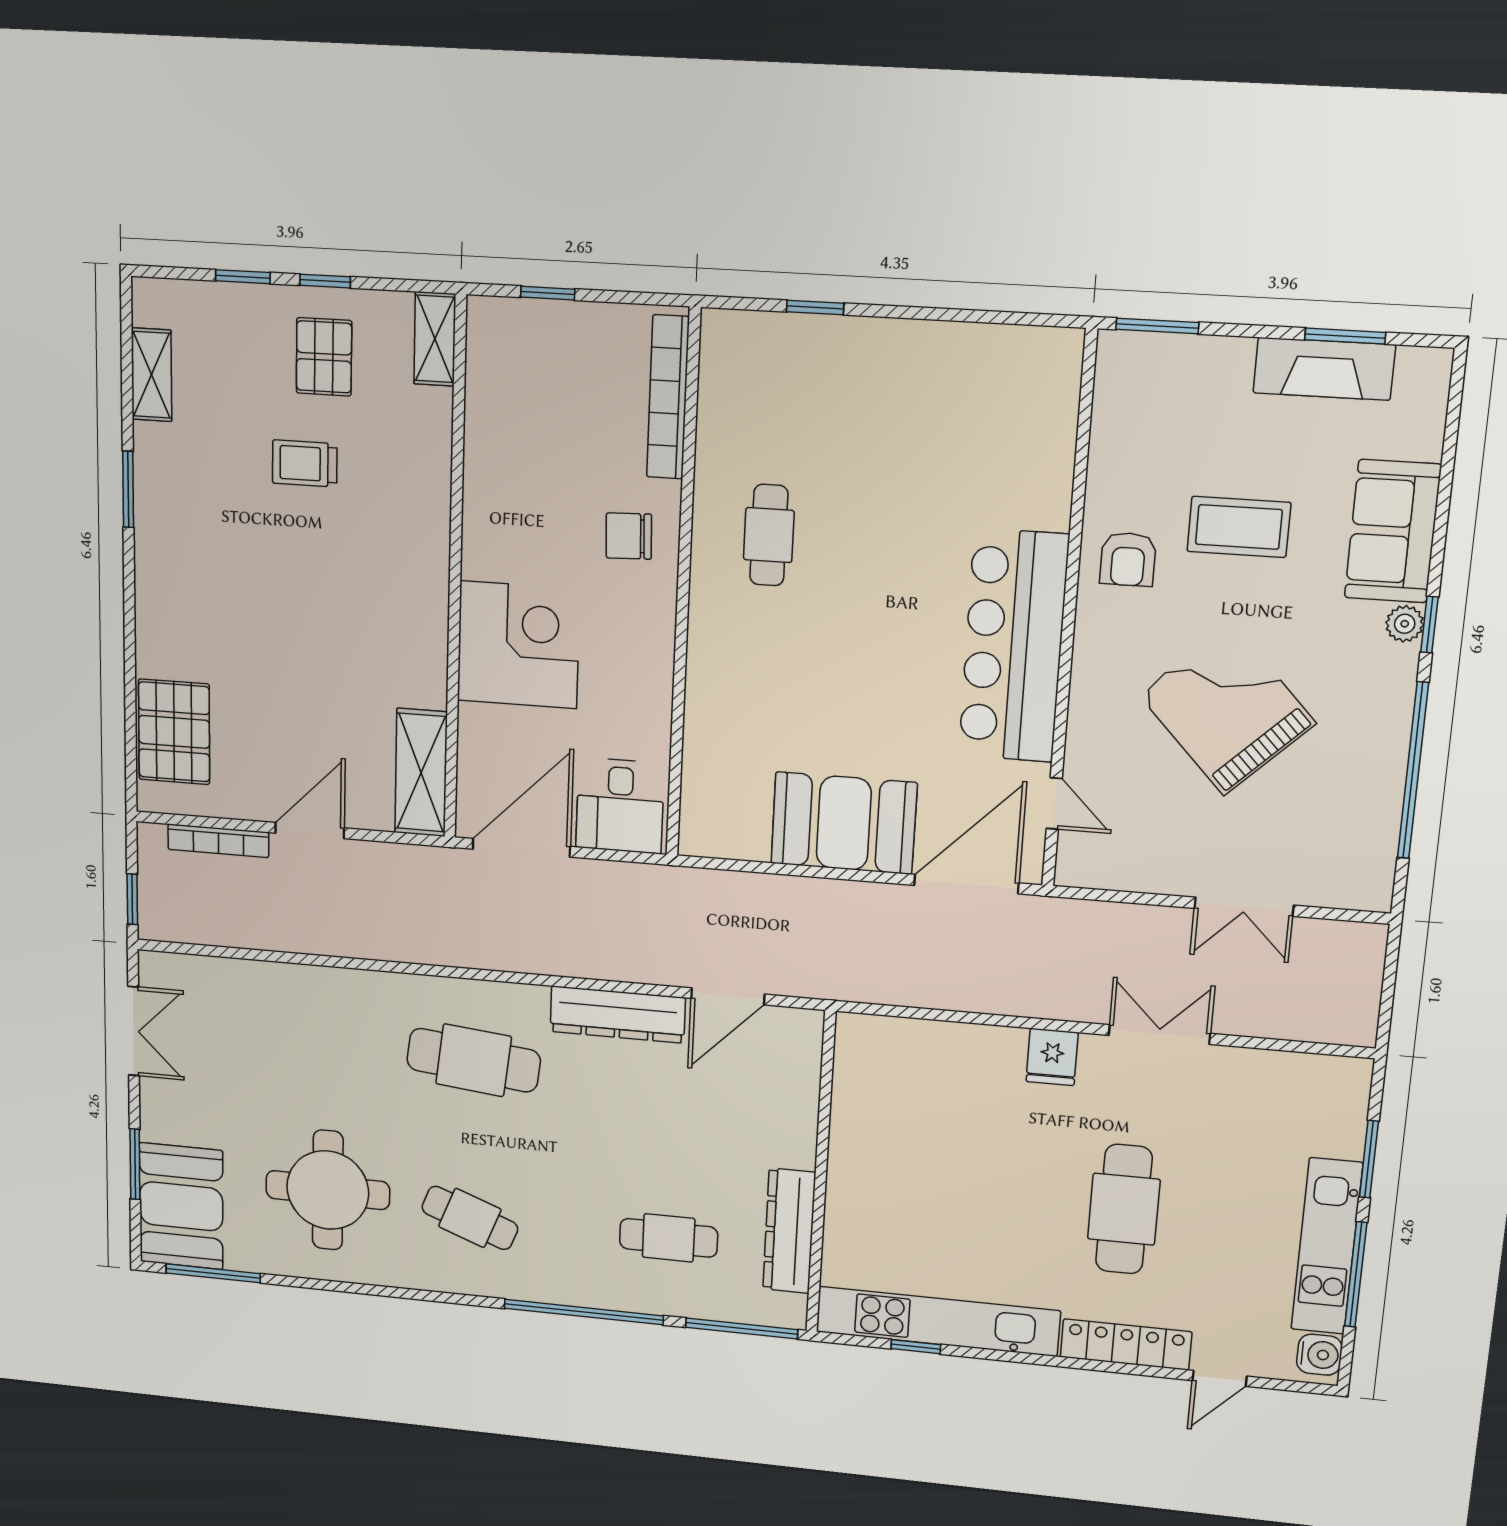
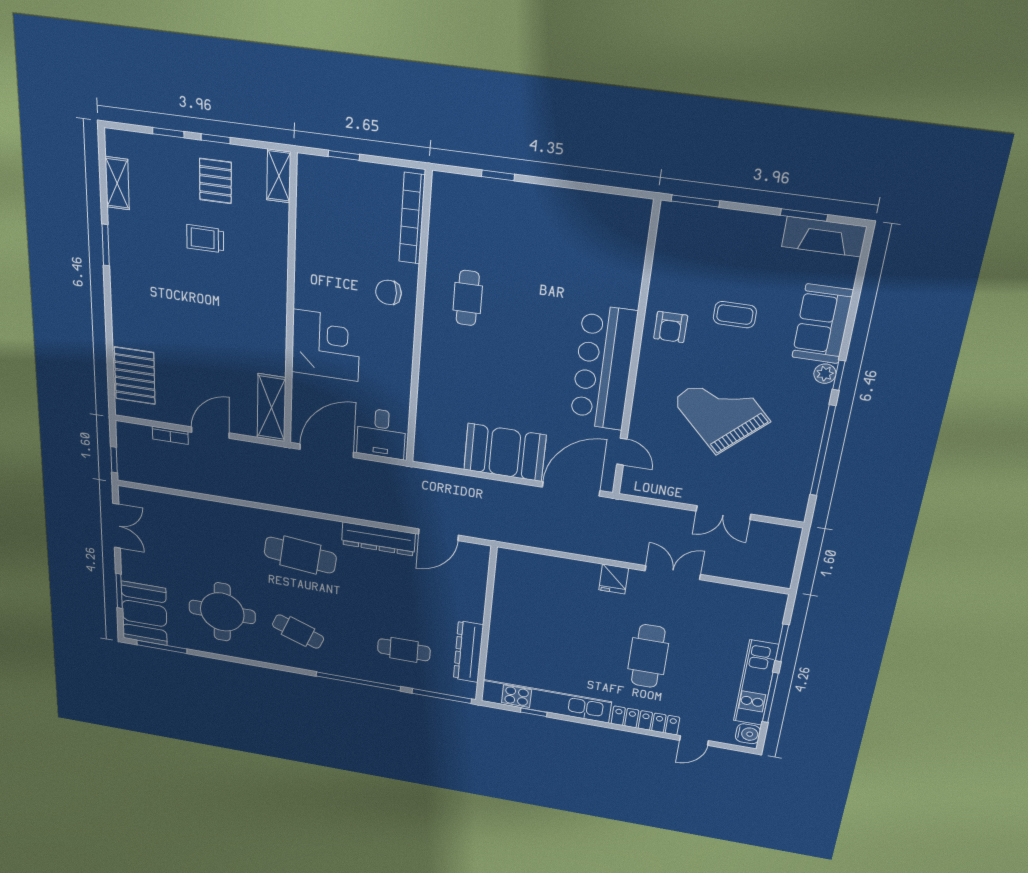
fireplace: (1324, 369) -> (824, 237), moved
coffee table: (1239, 527) -> (735, 315), width x0.73, depth x0.77
bookcase: (218, 841) -> (170, 435), width x0.64

